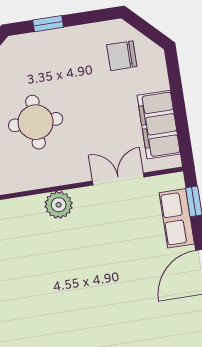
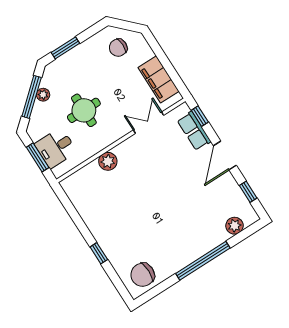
window: (48, 24) -> (65, 48), width x1.50
plant: (59, 205) -> (108, 161), moved

